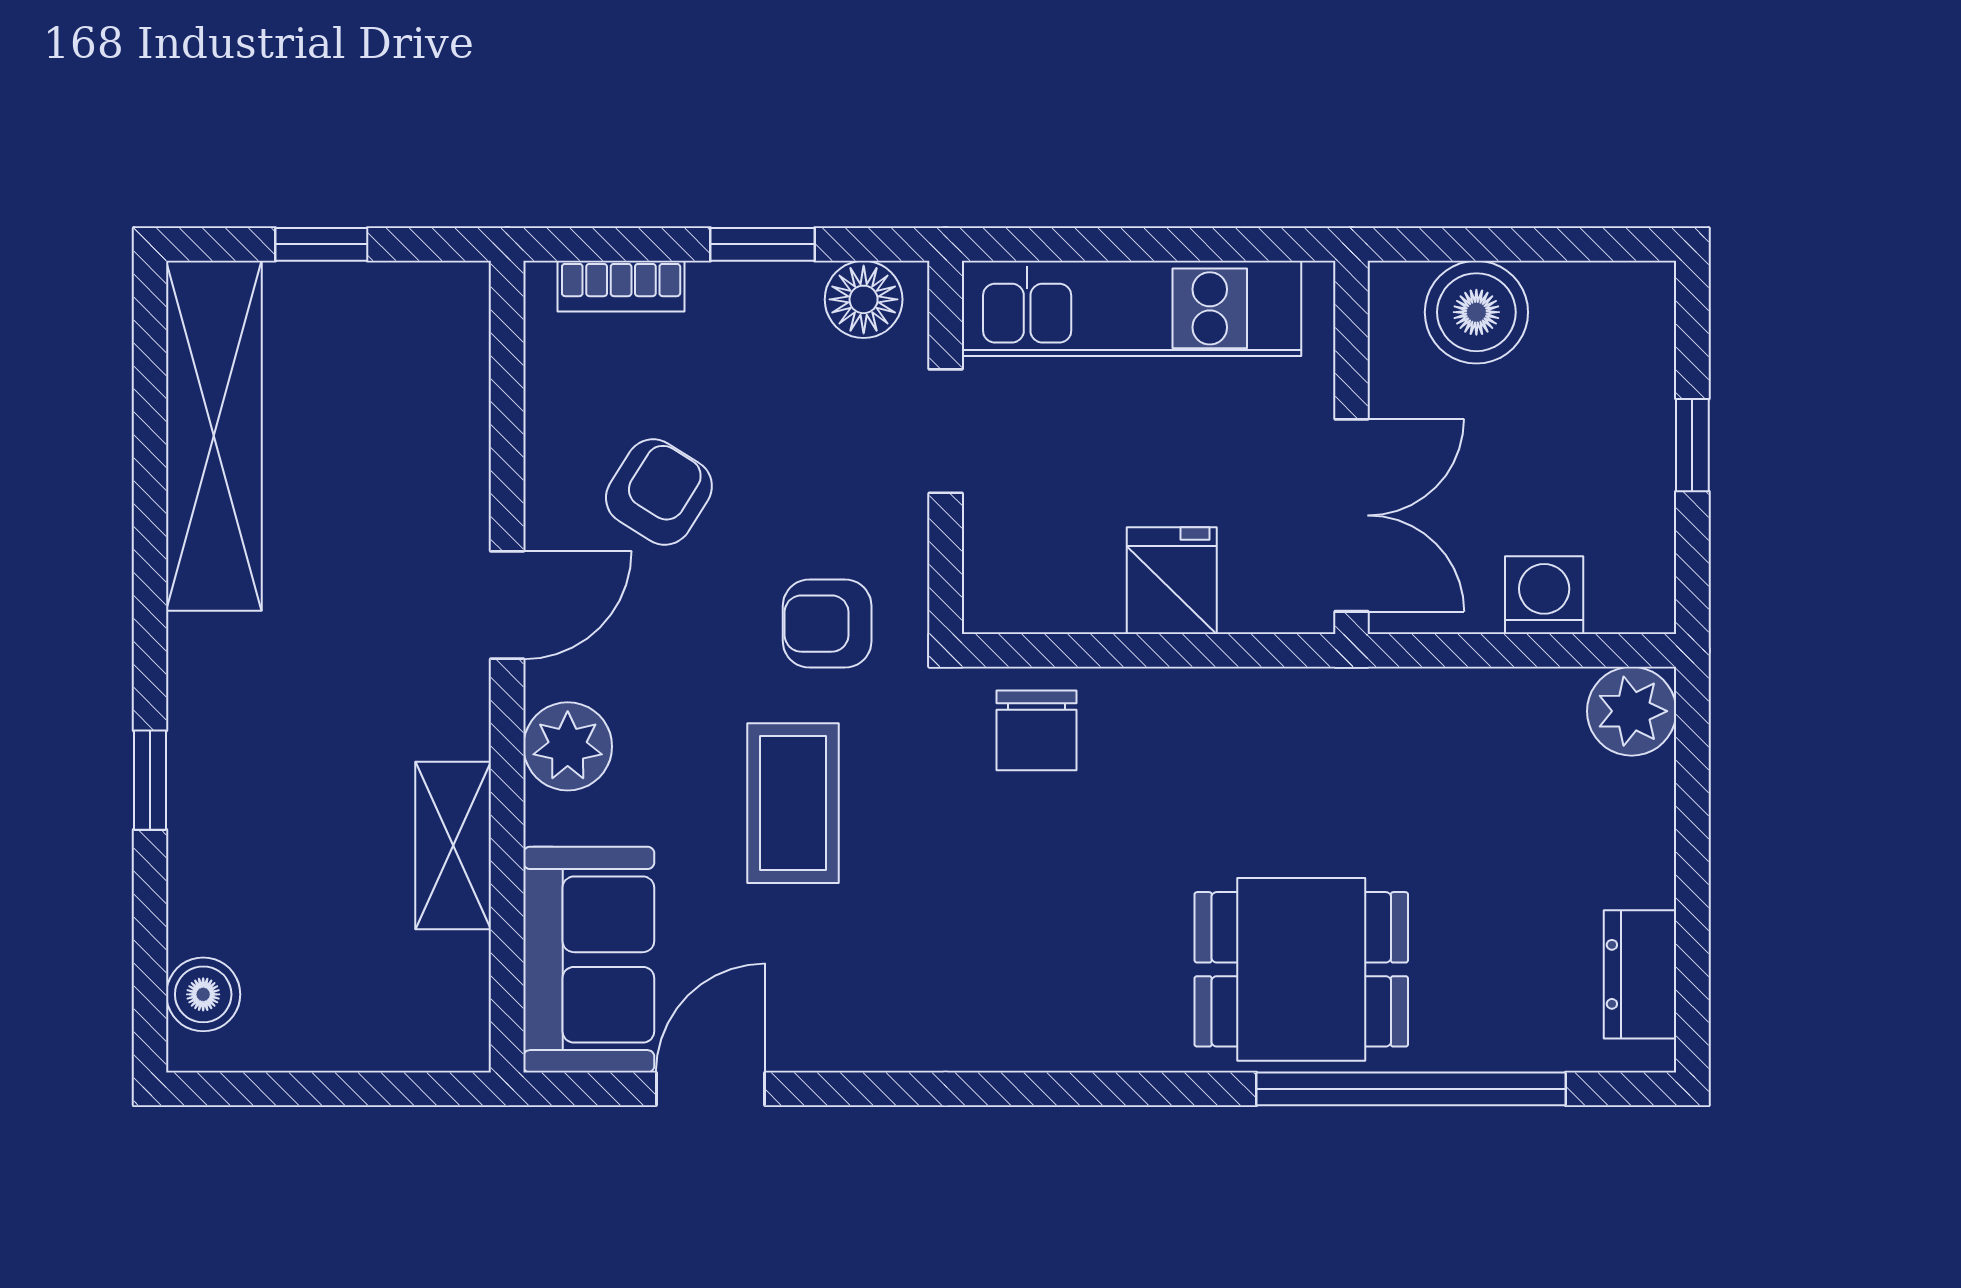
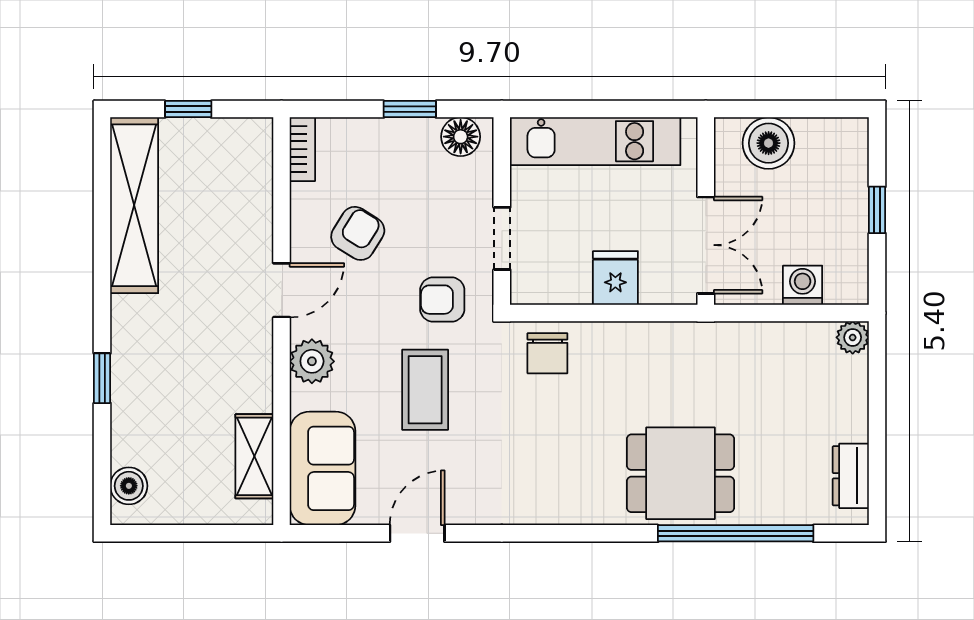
bookcase: (621, 286) -> (302, 149), moved, turned -90
doorway: (946, 431) -> (502, 238), moved
plant: (1632, 711) -> (853, 337), width x0.73, depth x0.73
shelving: (453, 846) -> (254, 456), moved
door: (711, 1089) -> (417, 533), moved

